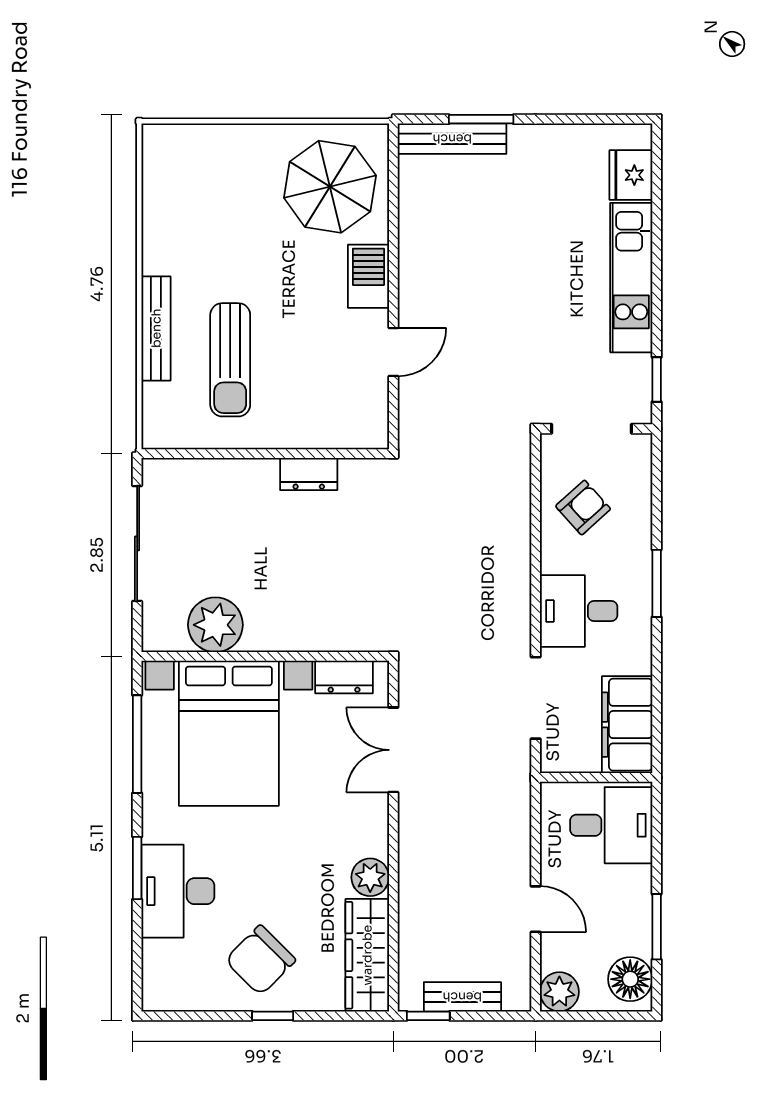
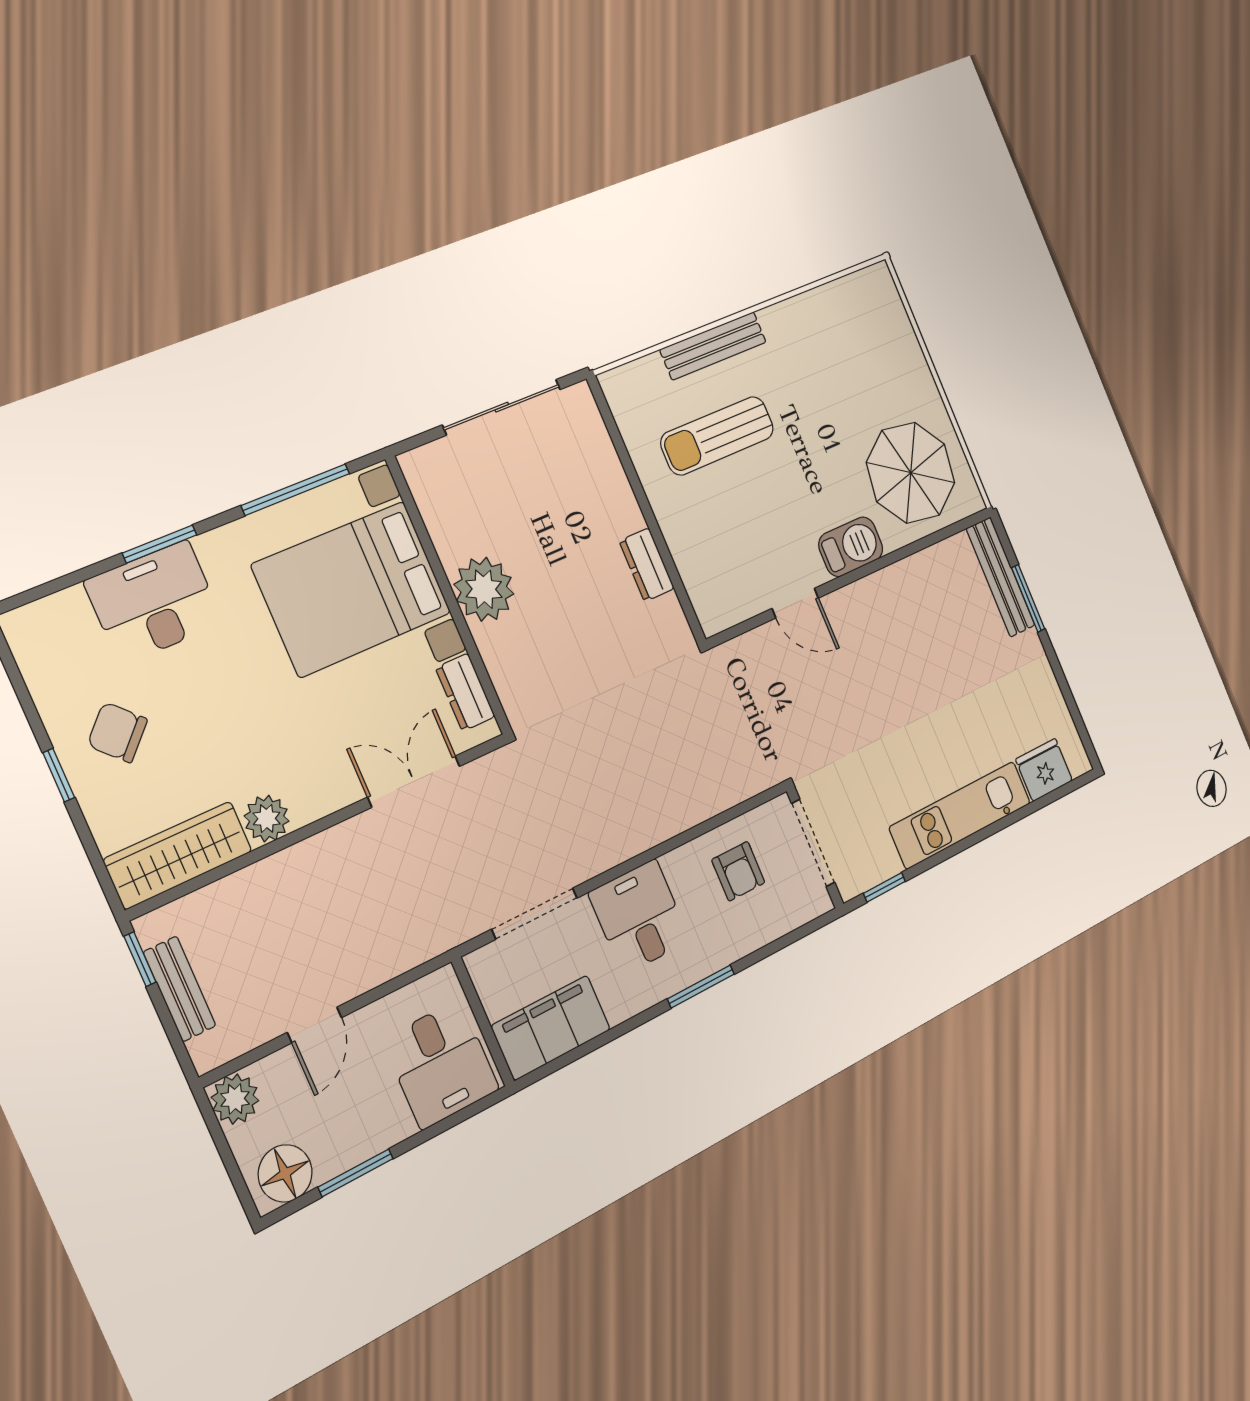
armchair: (583, 508) -> (738, 871), turned 42
plant: (215, 625) -> (484, 589), moved
chair: (260, 960) -> (117, 732), width x0.73, depth x0.73

